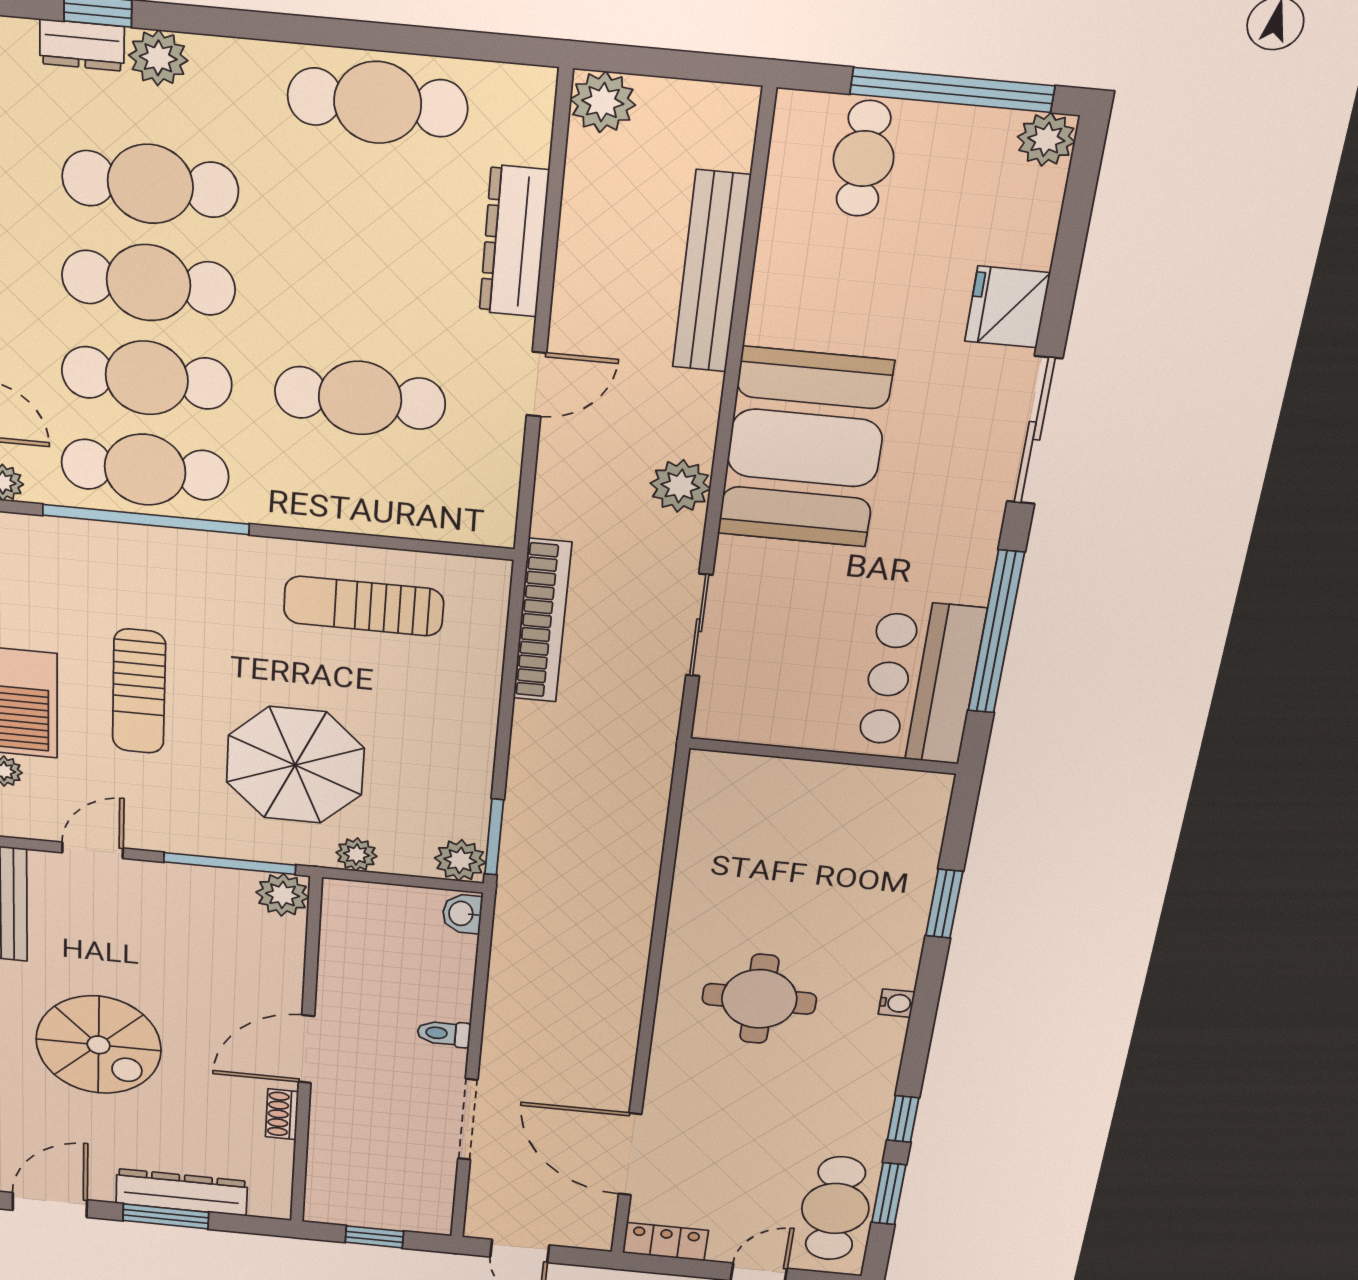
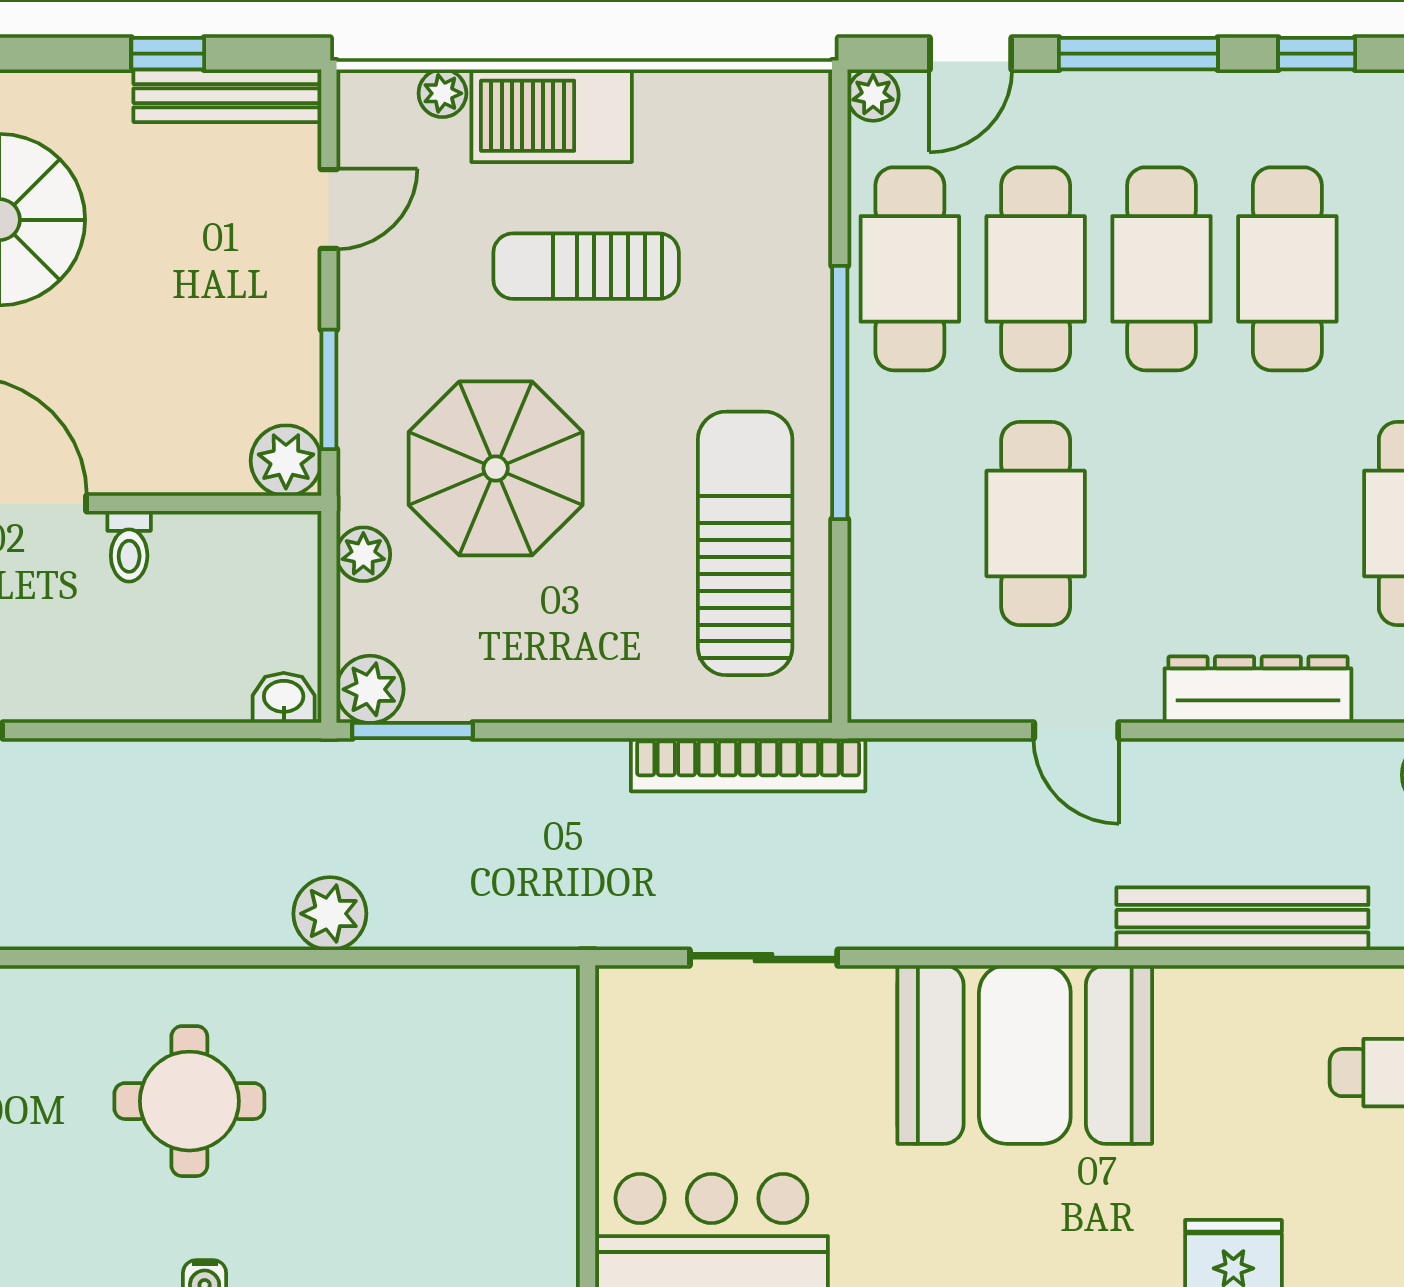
plant: (680, 486) -> (330, 914), moved
window: (146, 520) -> (840, 393), moved
sun lounger: (364, 606) -> (745, 543), width x1.36, depth x1.34
door: (93, 850) -> (329, 209), hinge flipped
window: (230, 864) -> (329, 389), width x0.69
toilet: (444, 1033) -> (129, 546), moved, turned 180

